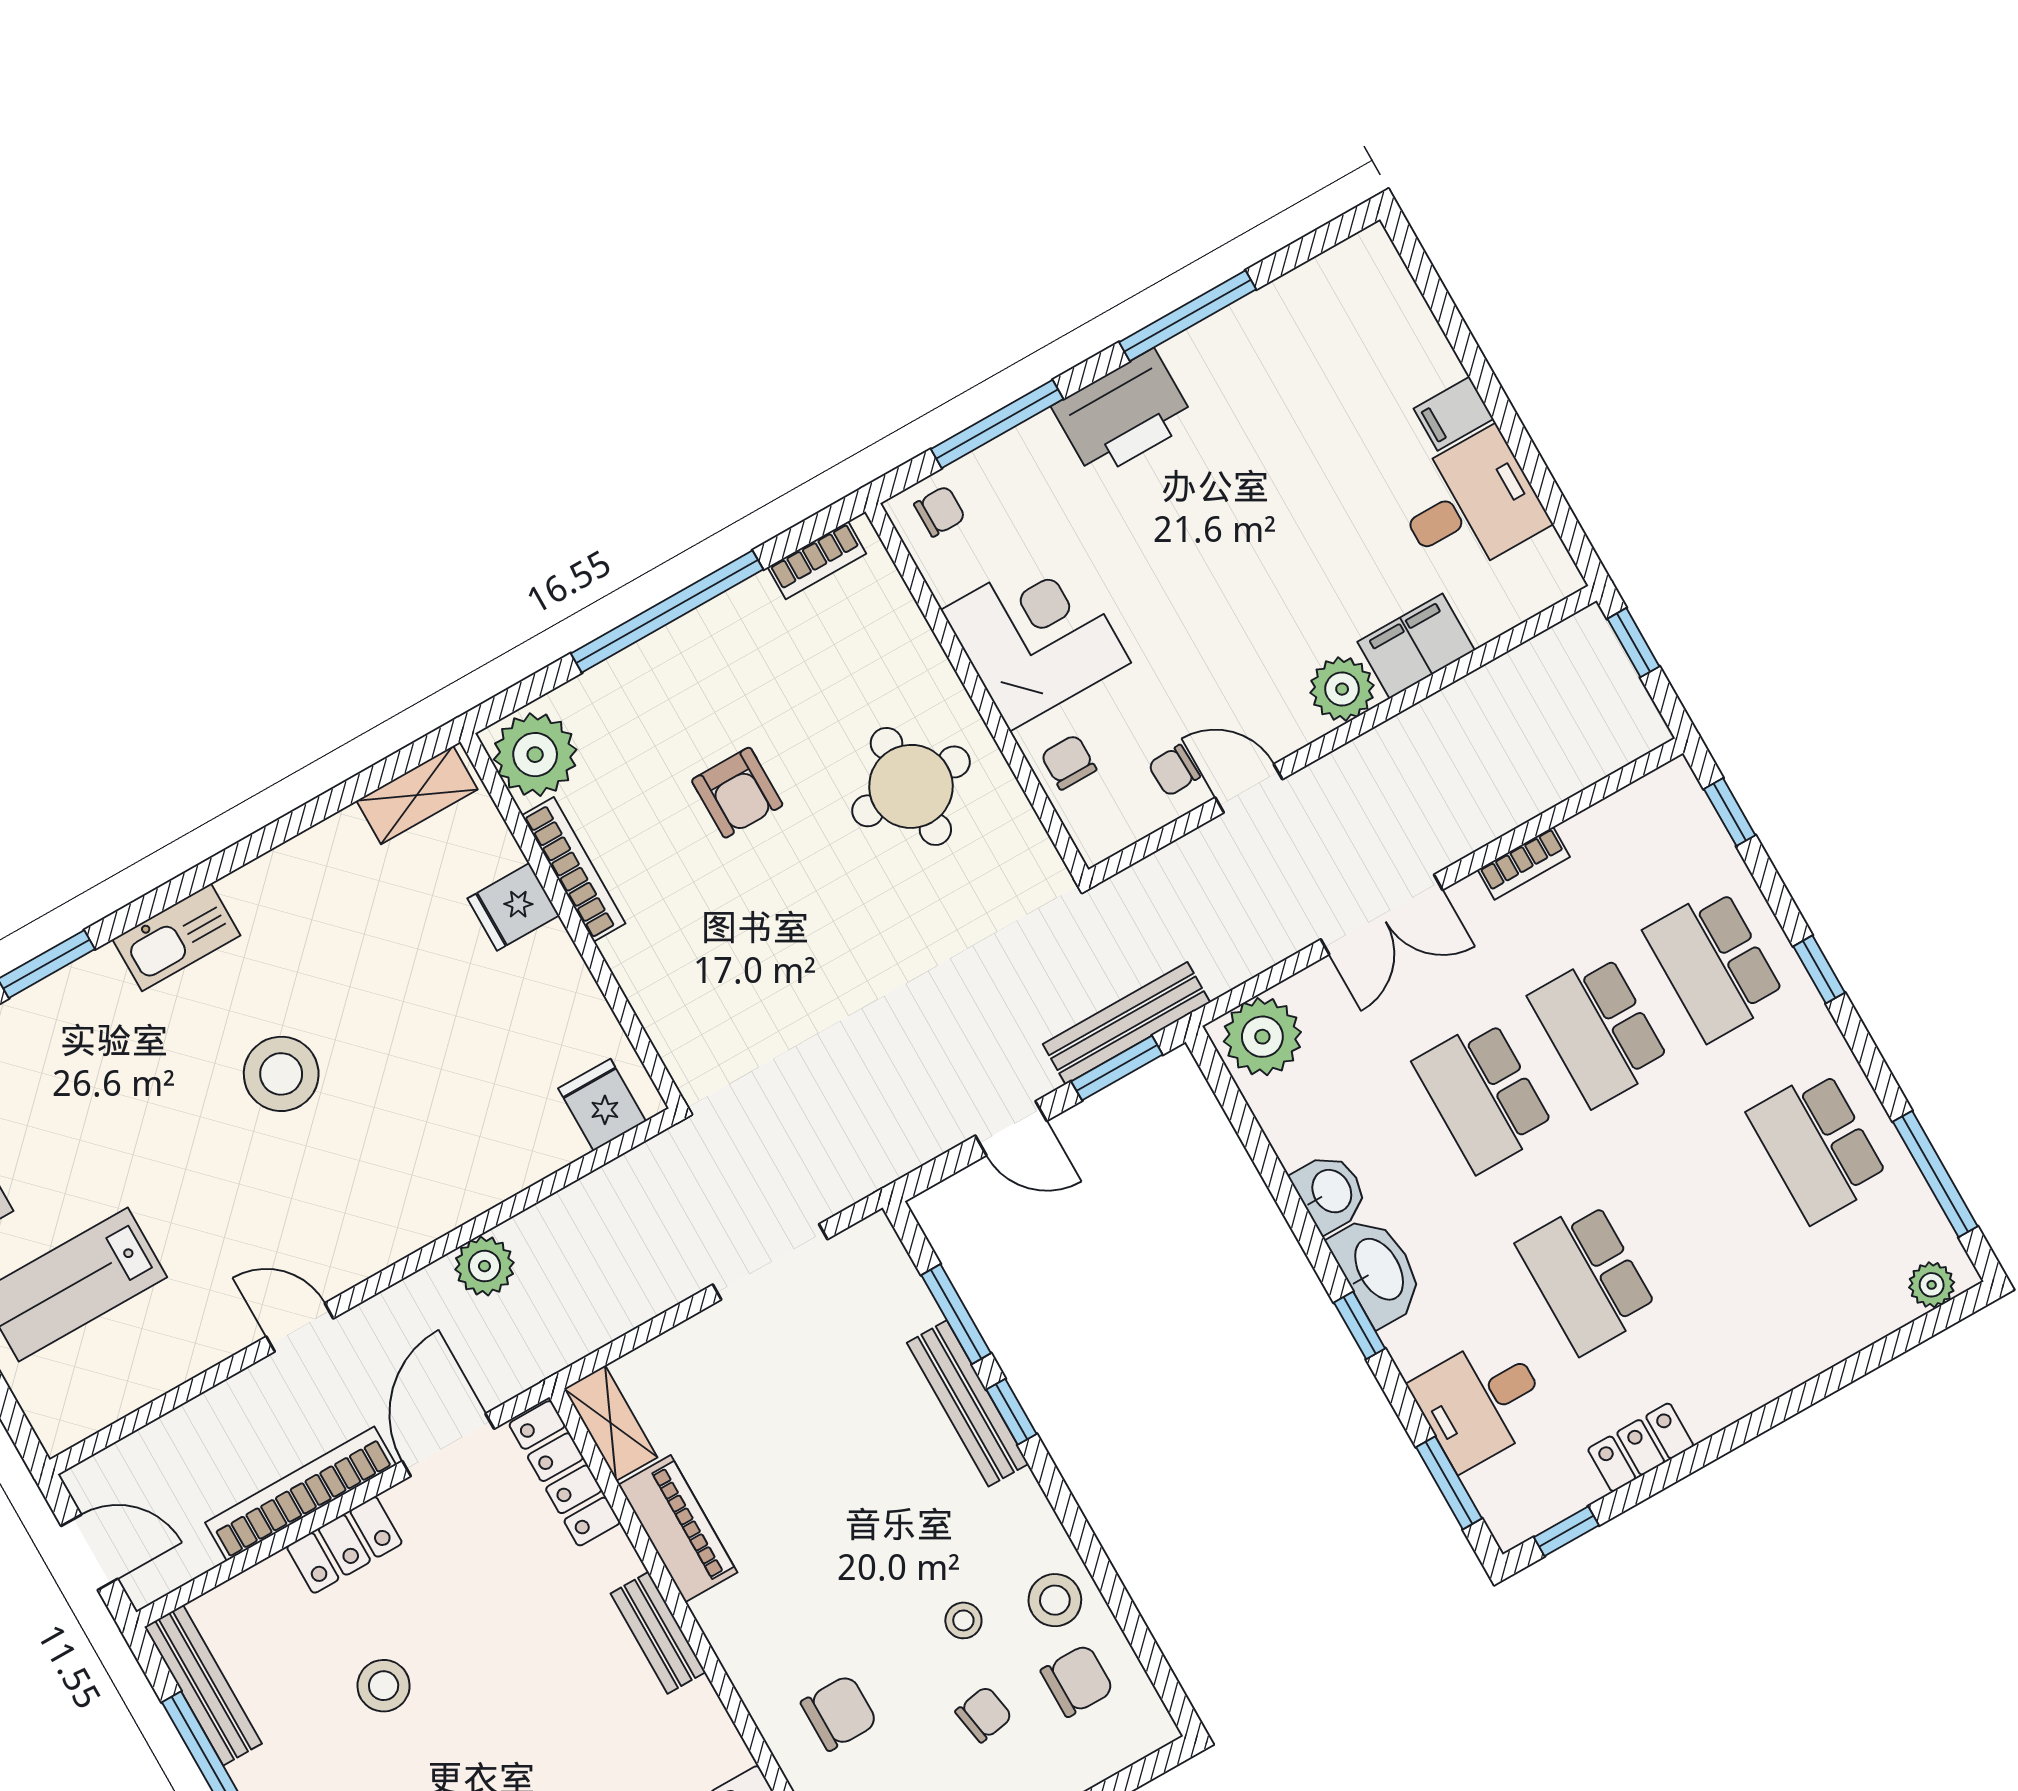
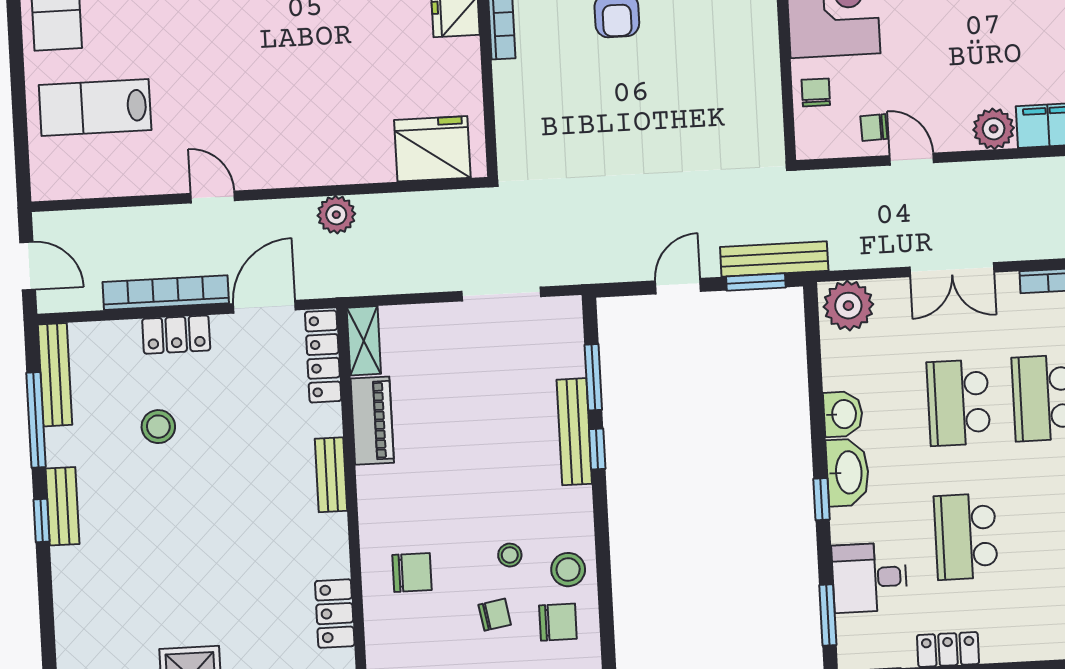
round table: (911, 786) -> (718, 61), removed
stool: (281, 1074) -> (275, 46), removed
fridge: (602, 1105) -> (432, 149), width x1.88, depth x1.34
door: (1011, 1128) -> (678, 286), swing flipped

